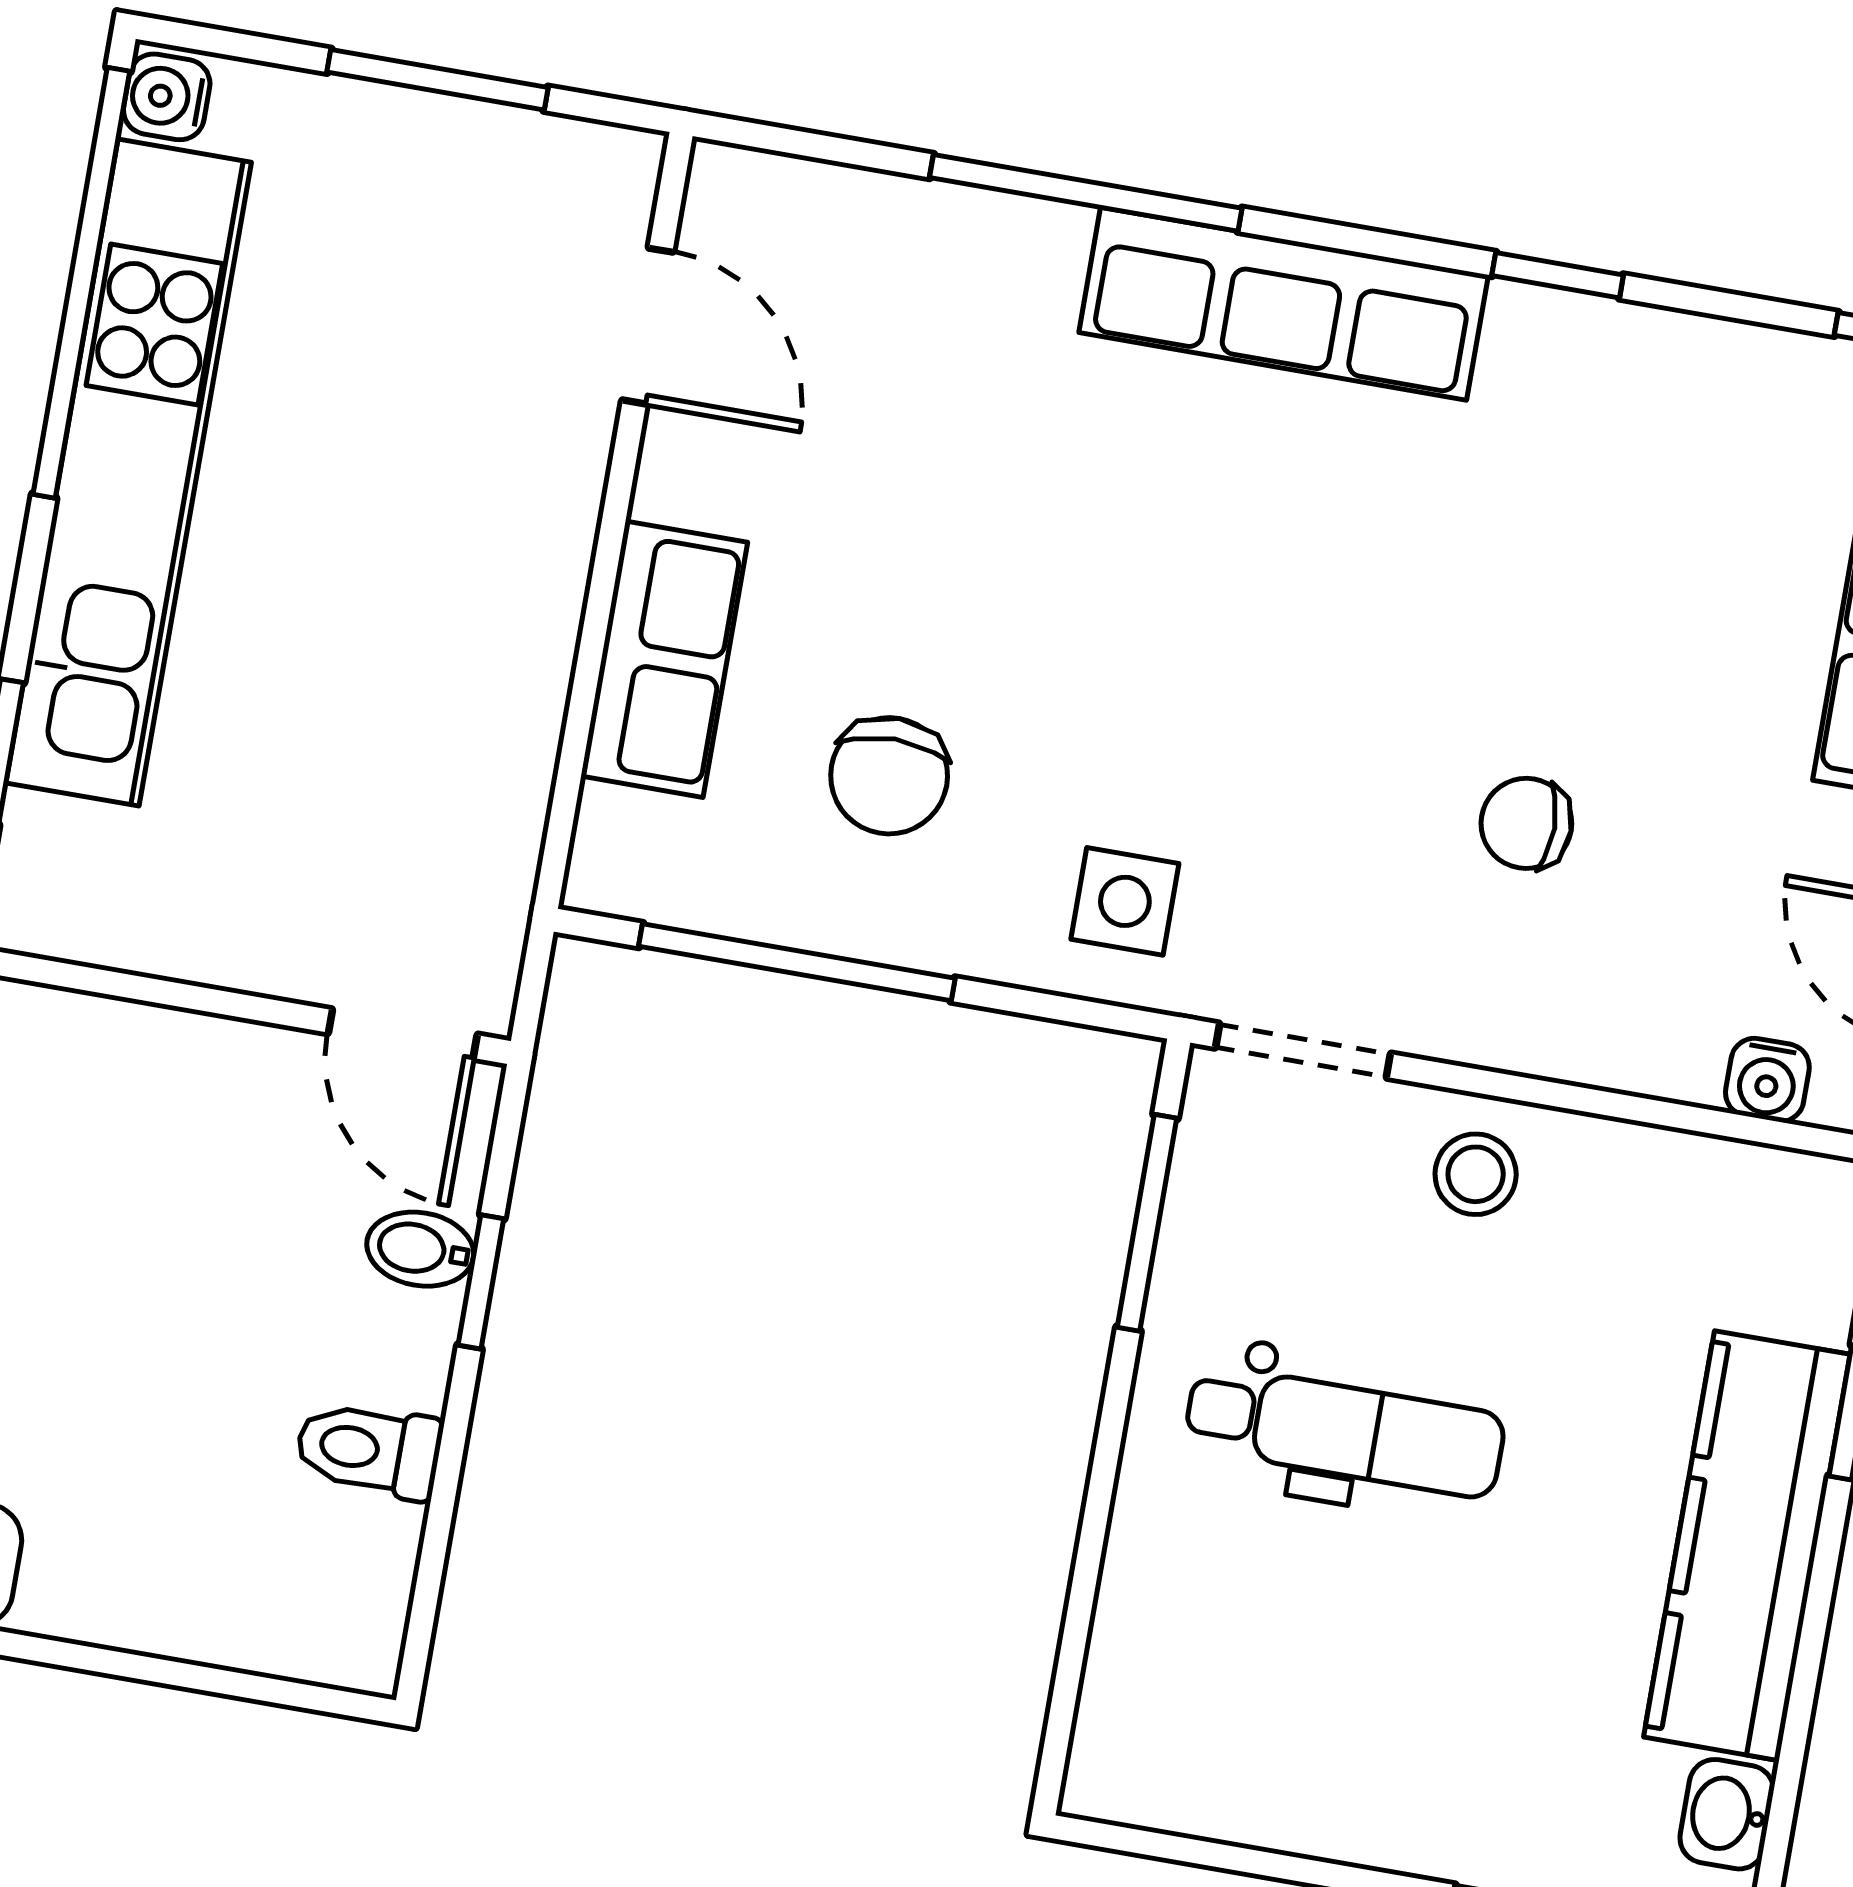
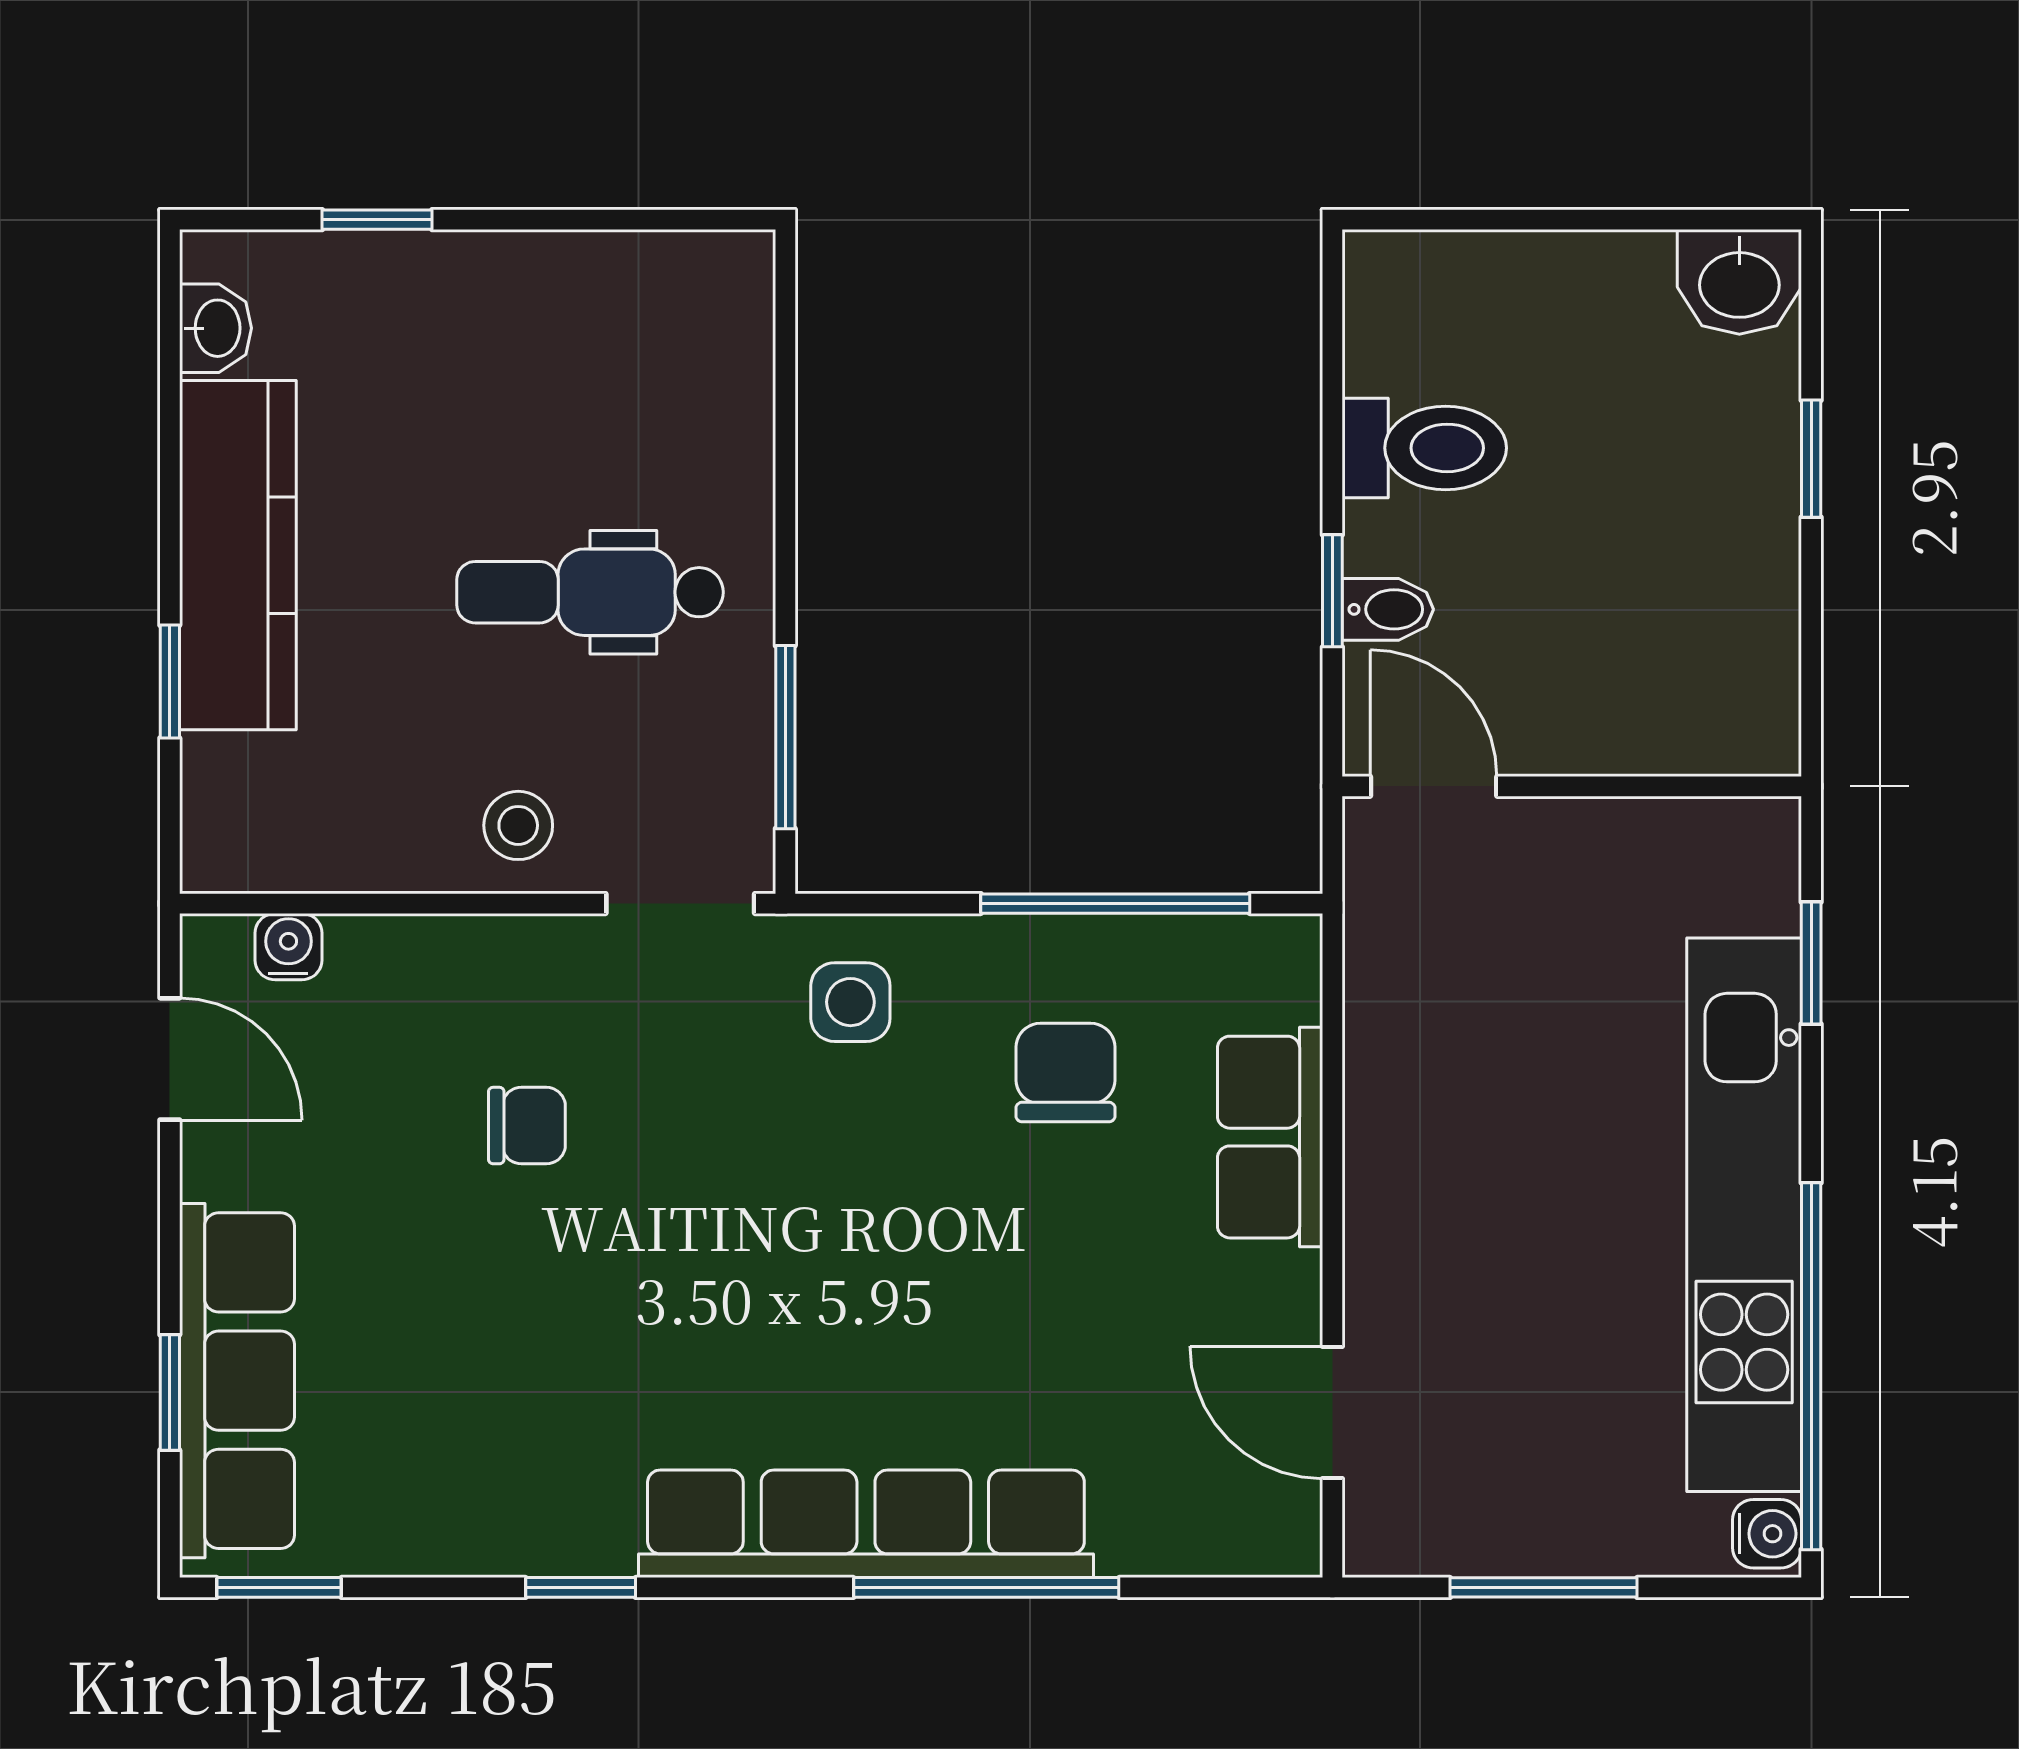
row of seats: (1284, 304) -> (866, 1524), width x1.36
toilet: (369, 1450) -> (1424, 448), width x1.37, depth x1.39

